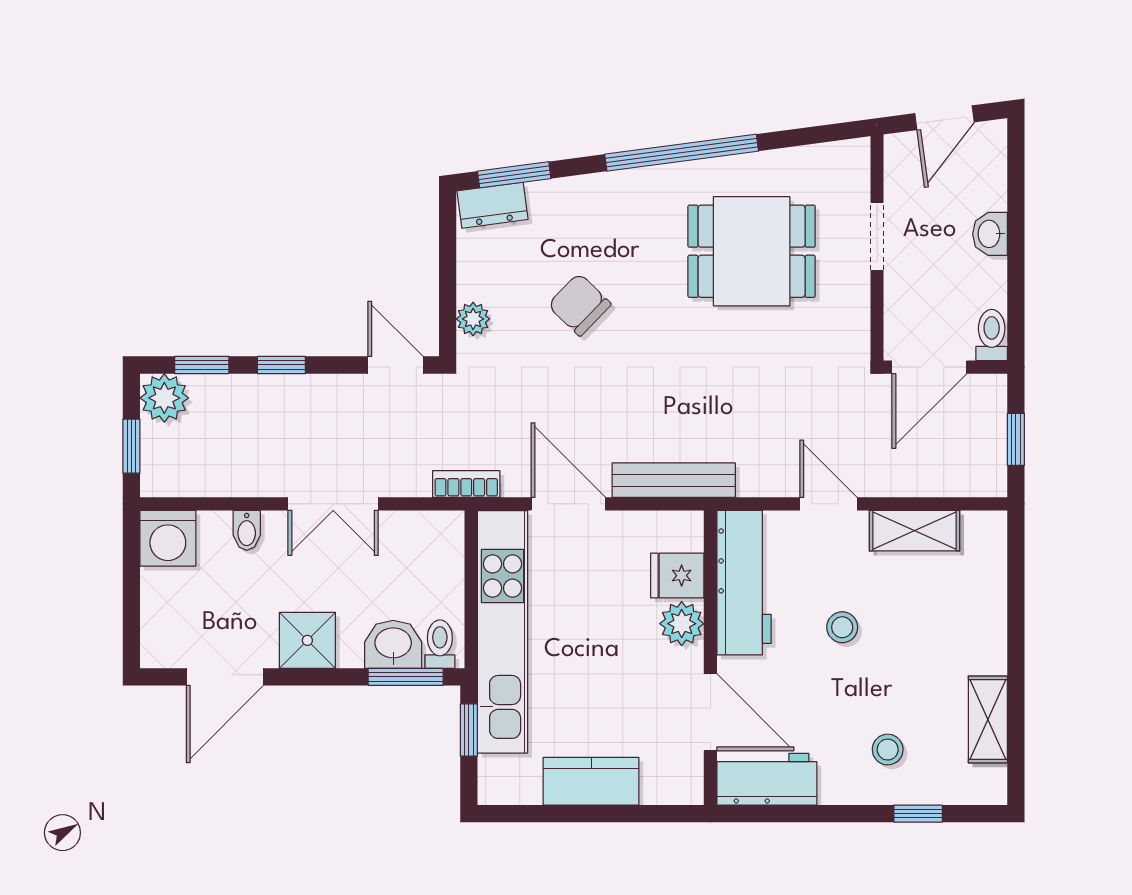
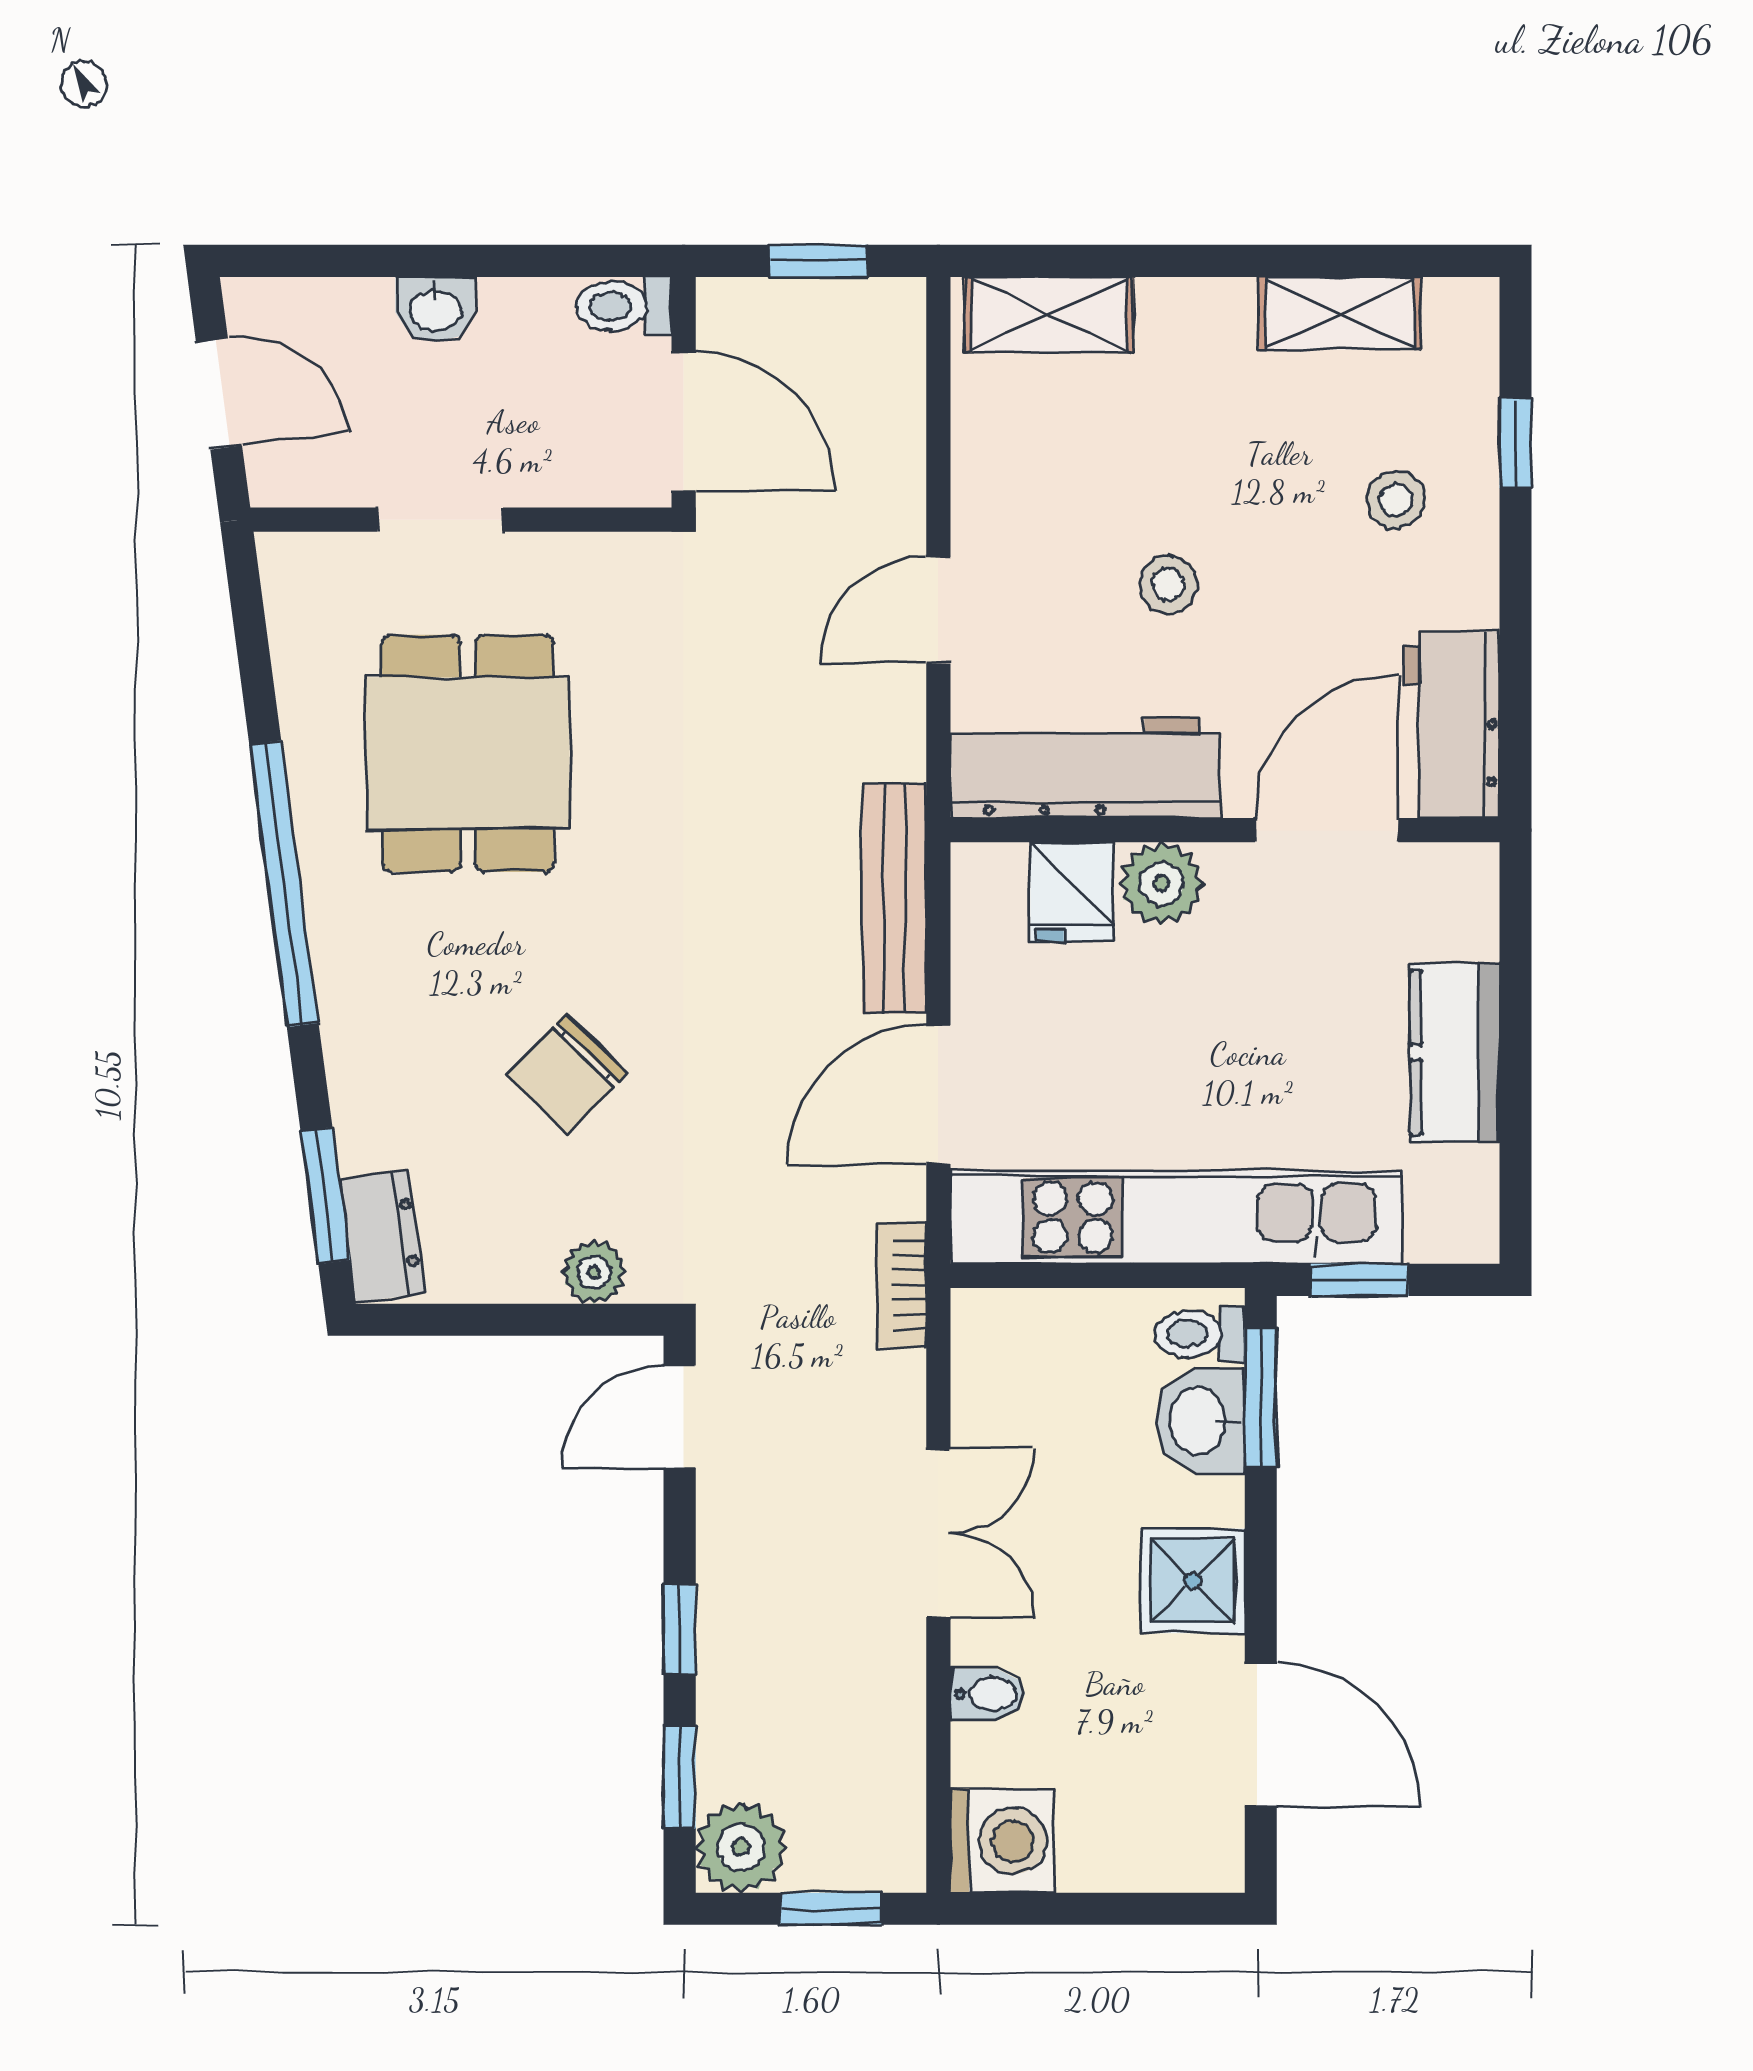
shelving: (914, 531) -> (1049, 315), moved, turned 90

